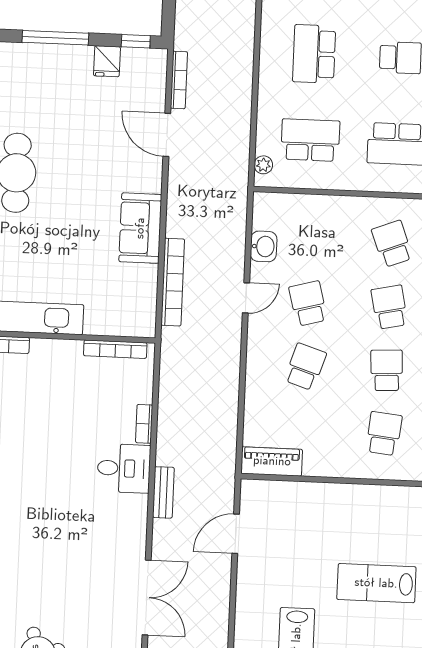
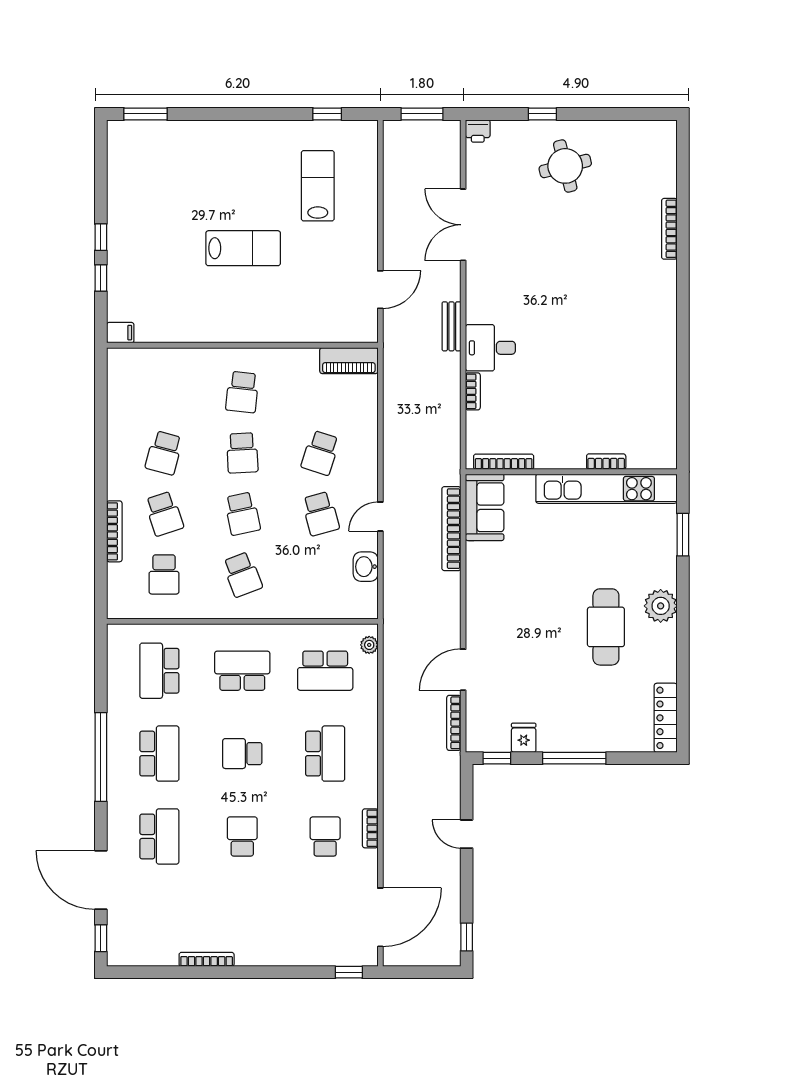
door: (167, 135) -> (463, 670), swing flipped
sofa: (140, 228) -> (485, 507), moved

